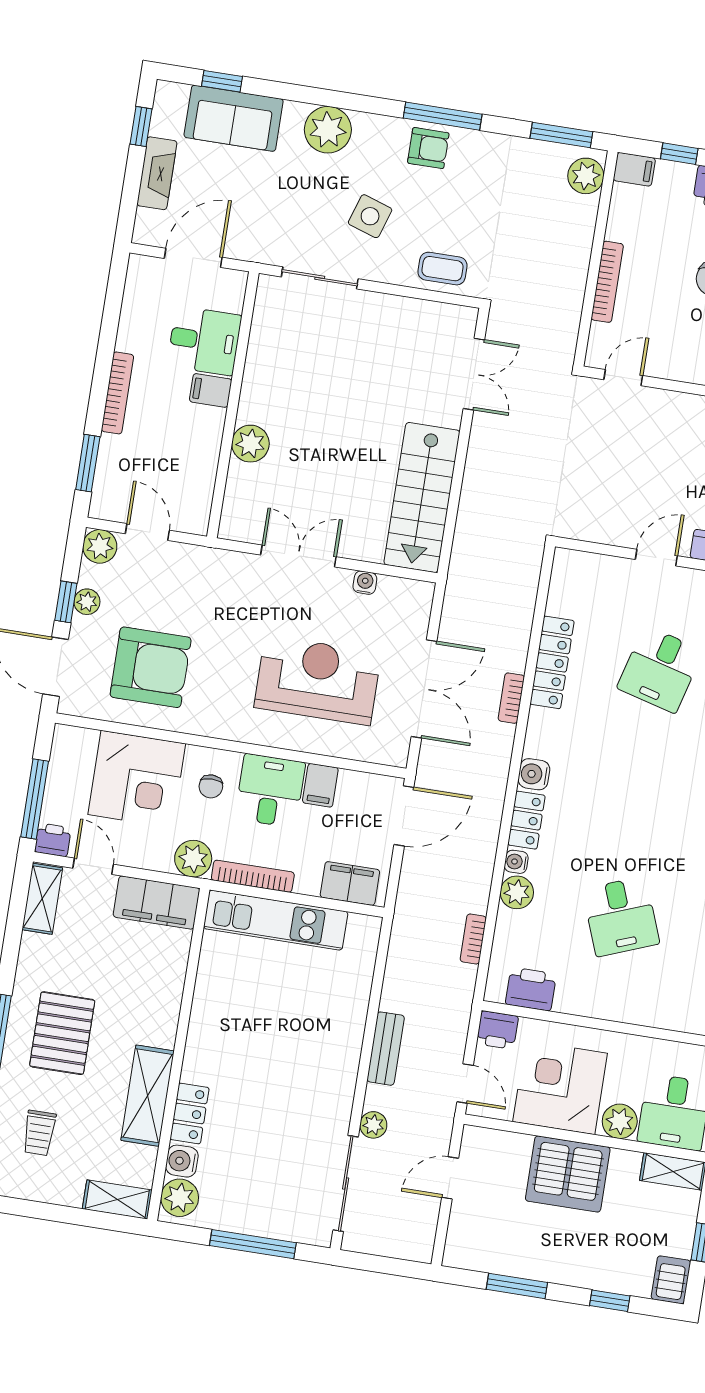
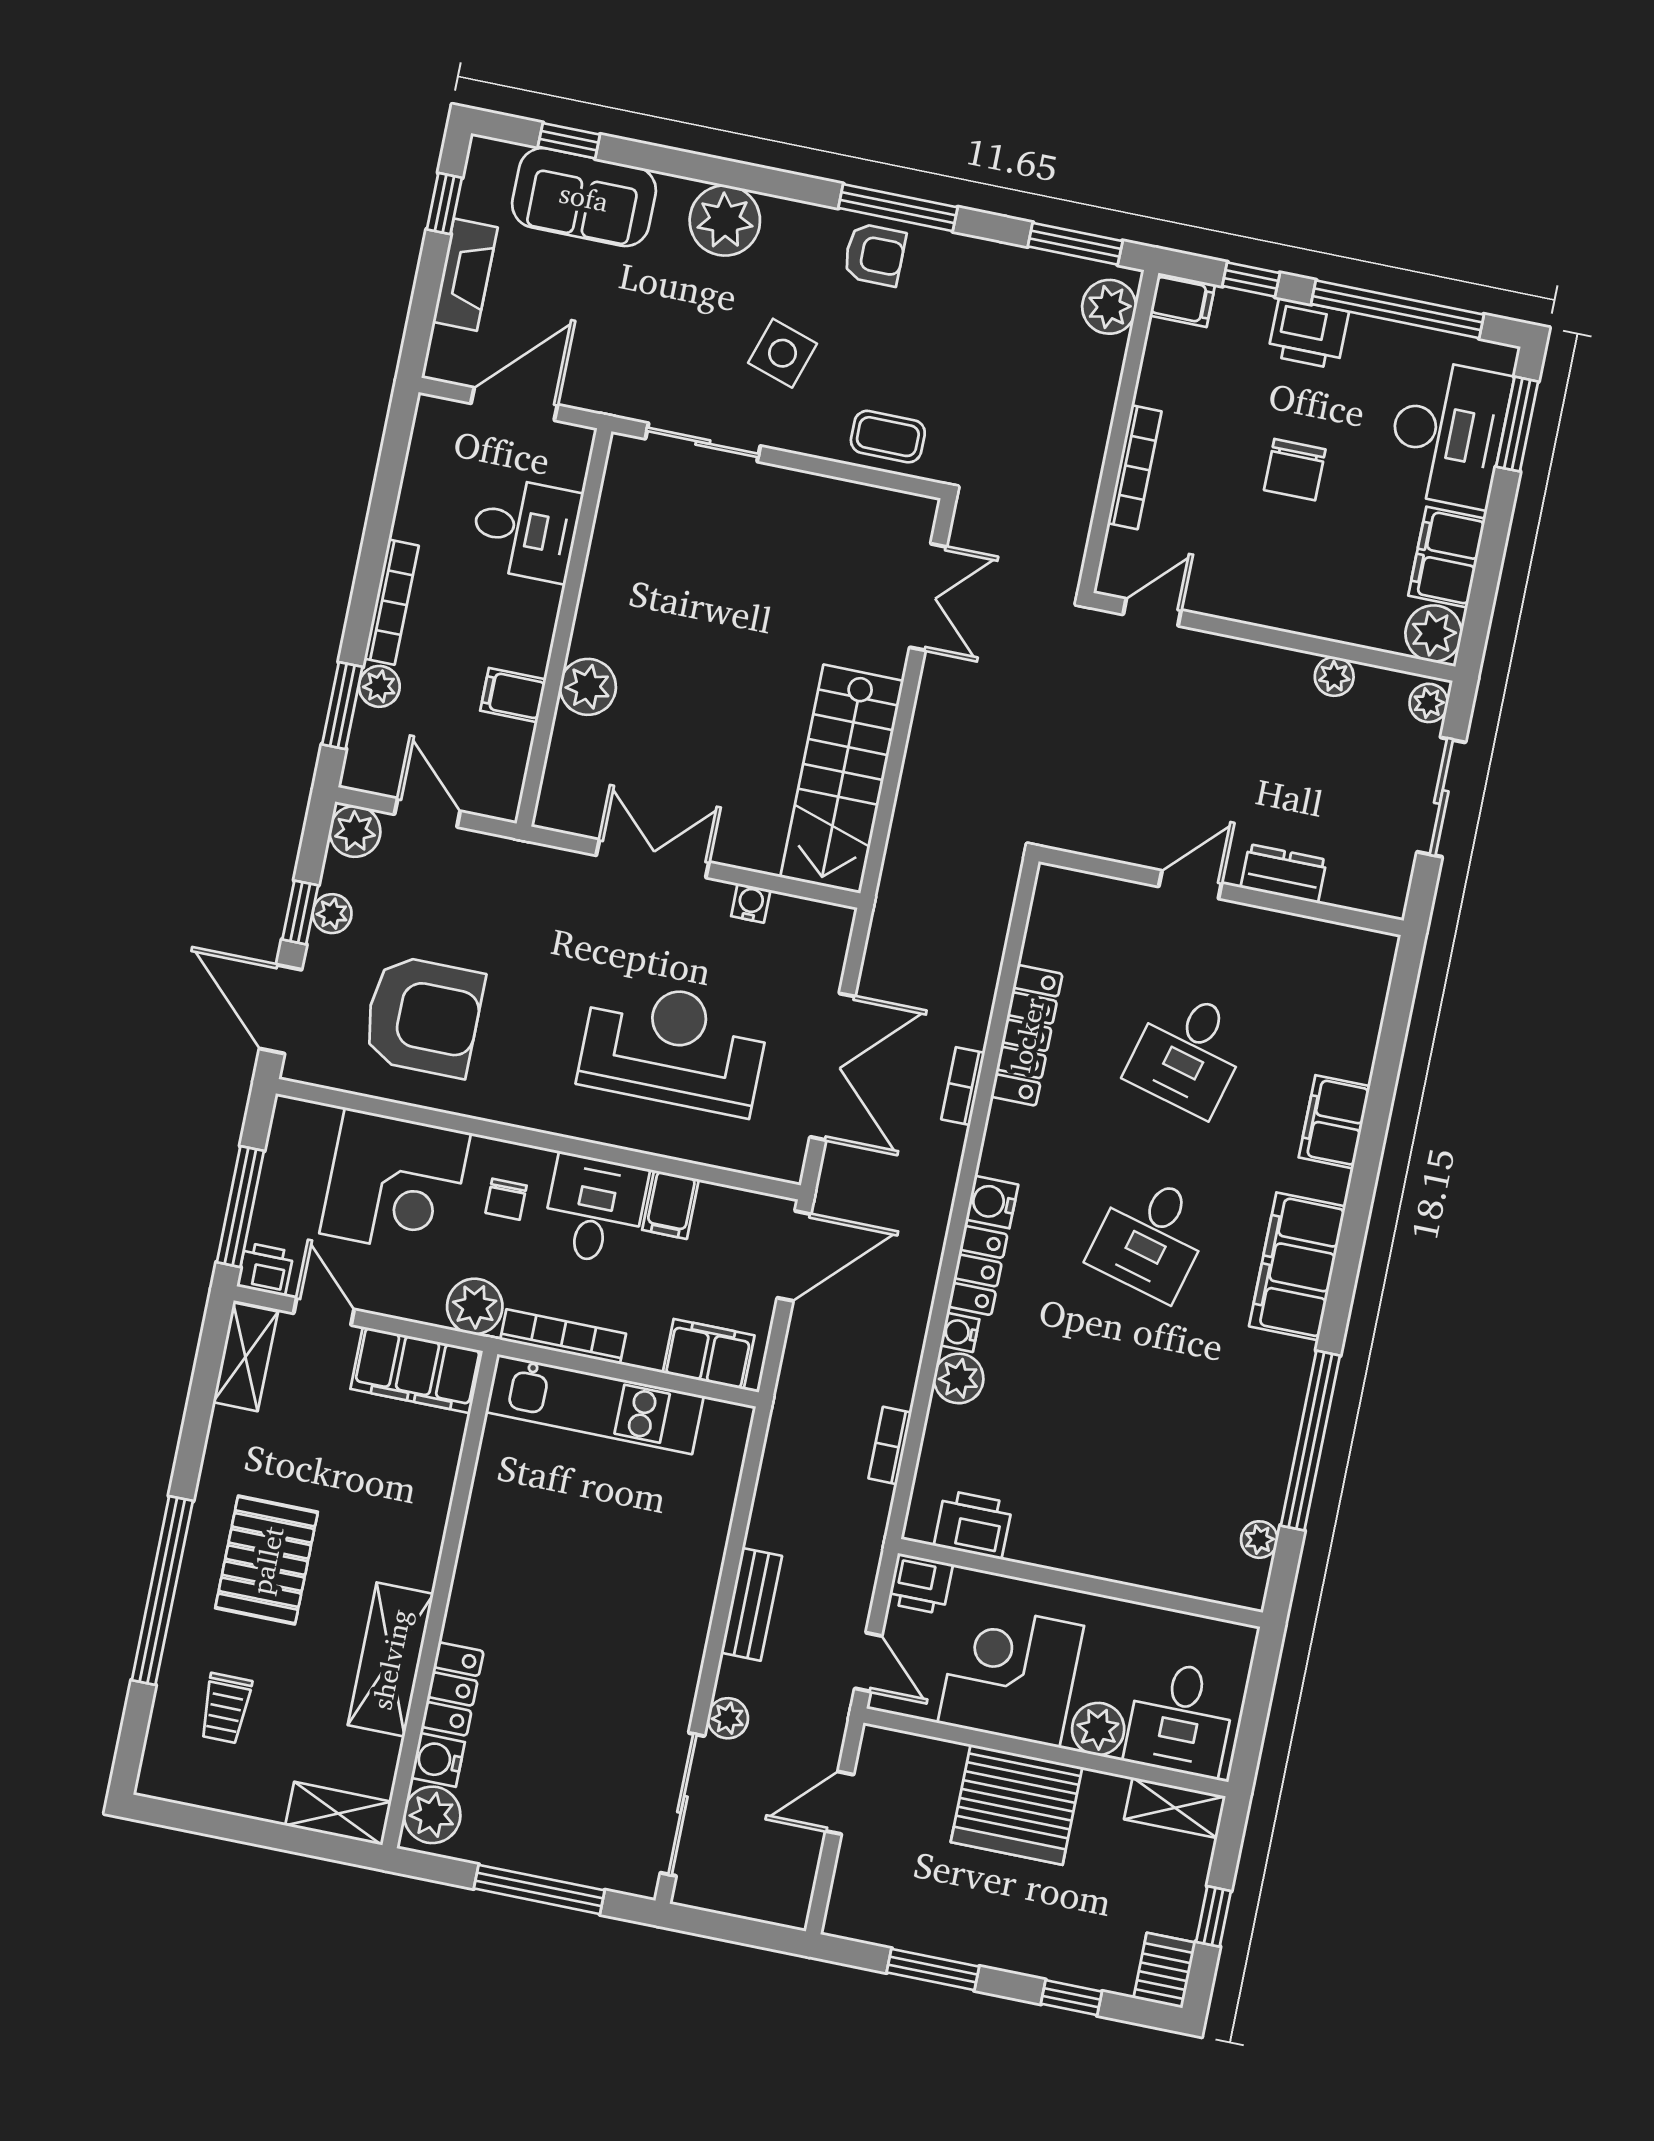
filing cabinet: (211, 390) -> (513, 695), moved
plant: (112, 449) -> (379, 686), added
desk: (621, 916) -> (1151, 1237), moved, turned 36

